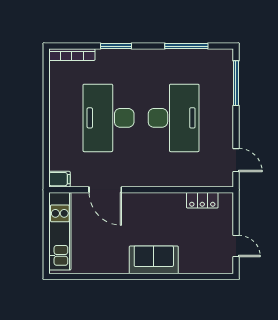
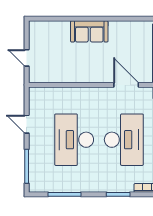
door: (236, 160) -> (27, 124), moved
locker: (202, 200) -> (52, 77), removed
door: (236, 246) -> (27, 58), moved

